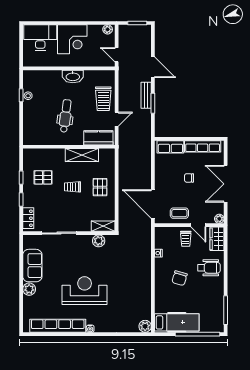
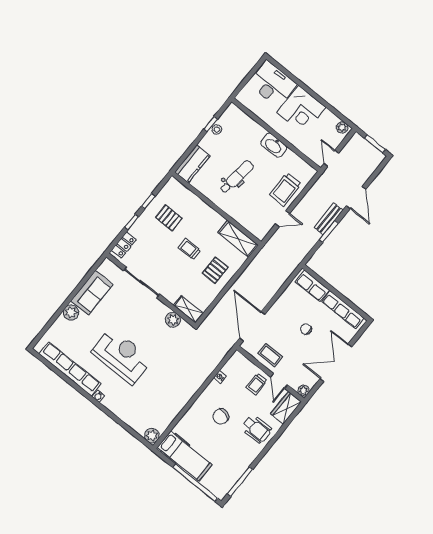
kitchen counter: (98, 138) -> (192, 164), moved, turned 90
shelving: (82, 155) -> (238, 239), moved

